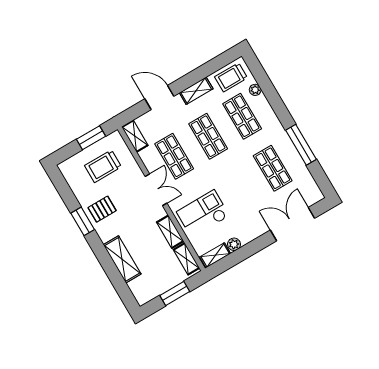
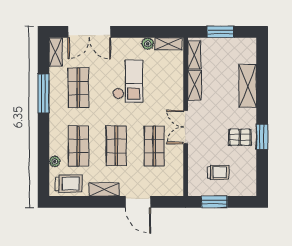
shelving: (135, 136) -> (56, 52), moved
trolley: (103, 166) -> (218, 172), width x0.73, depth x0.72
checkout: (203, 214) -> (128, 81), moved, turned -90

